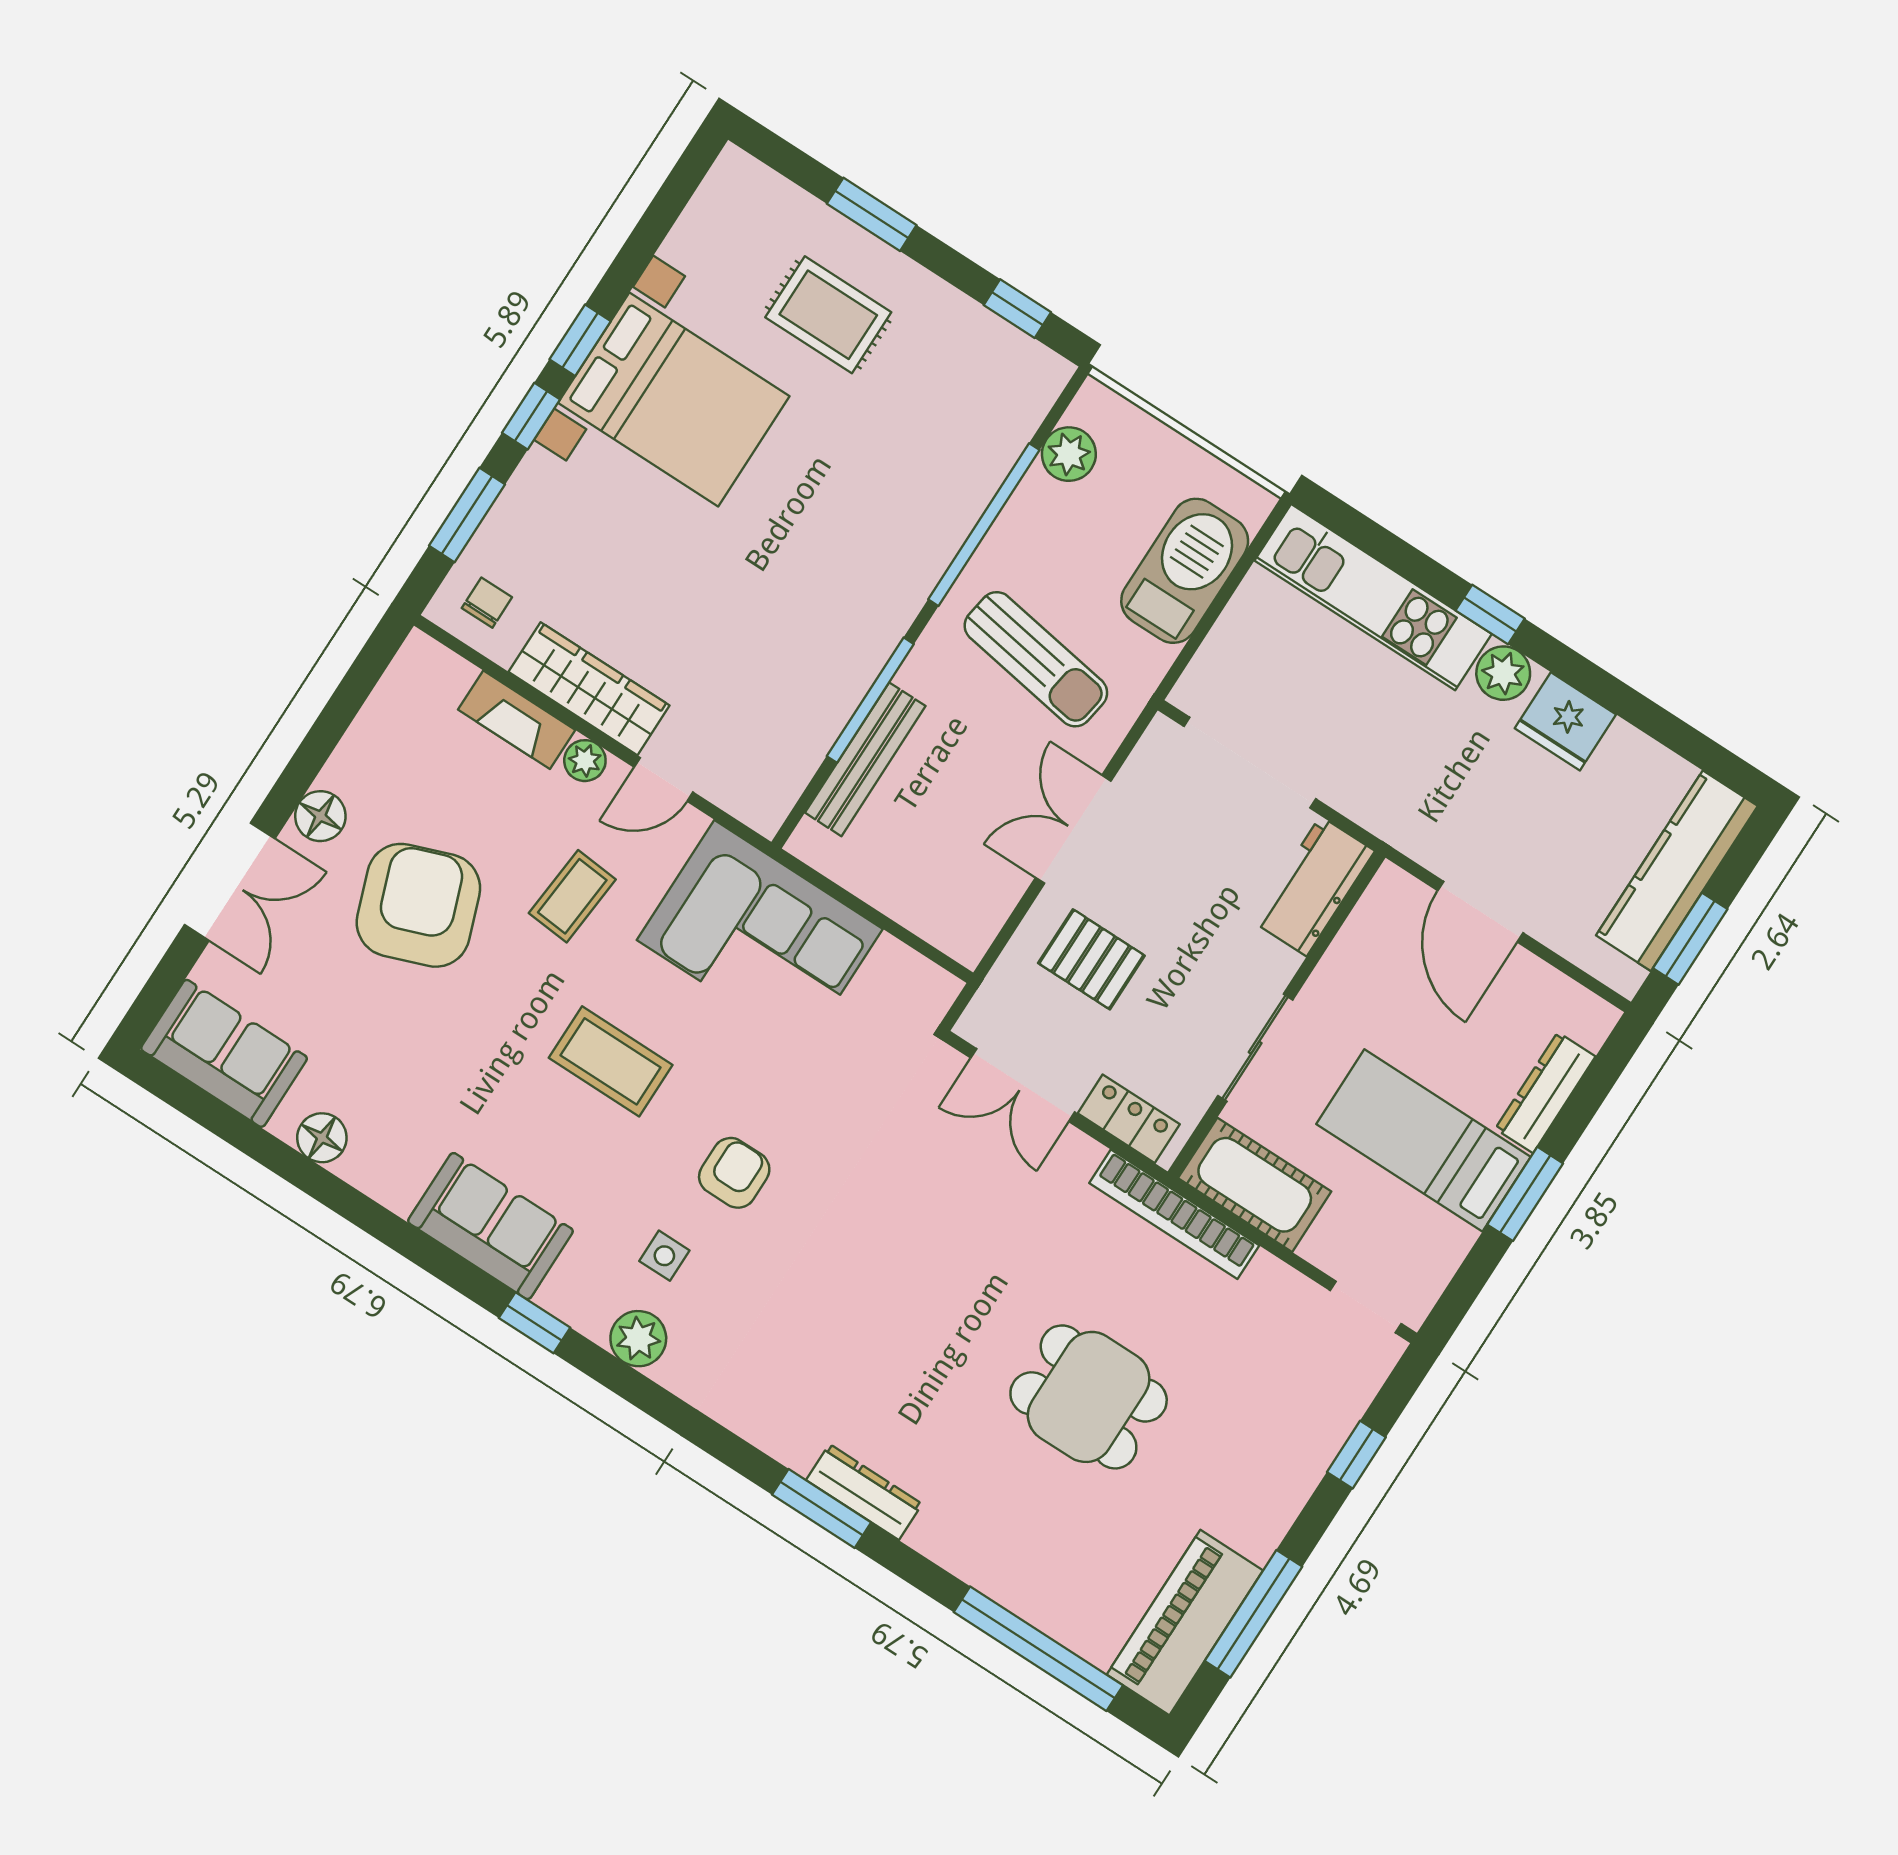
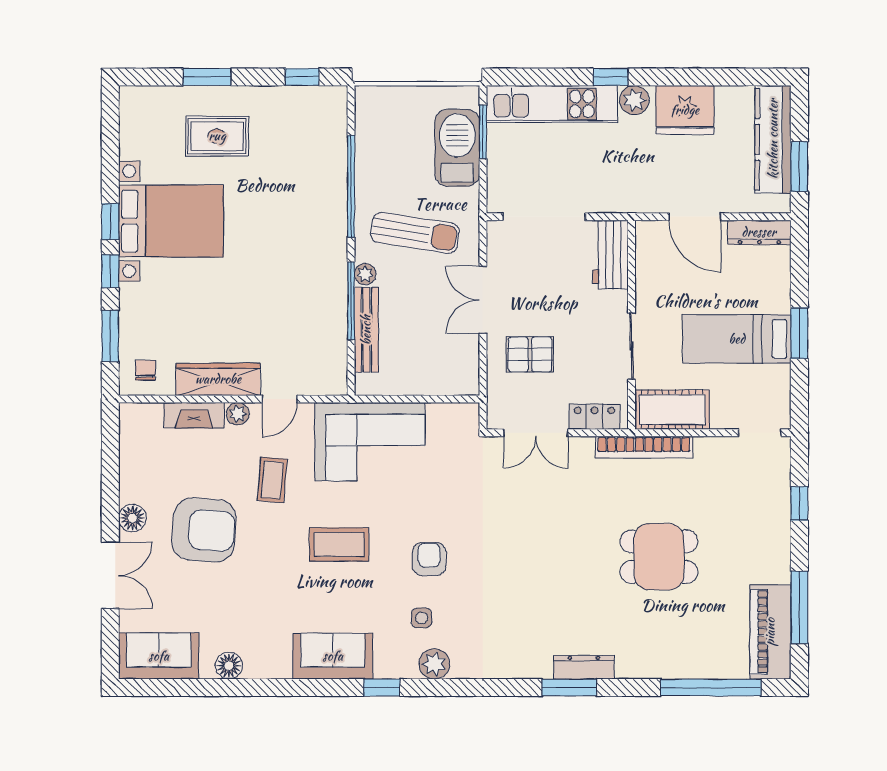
plant: (1069, 454) -> (365, 274), moved, width x0.73, depth x0.73
window: (1240, 572) -> (483, 132), added
fridge: (1565, 721) -> (685, 110), width x1.36, depth x1.34
armchair: (418, 905) -> (204, 530), turned 114
dresser: (1545, 1093) -> (759, 232), moved, turned -90

